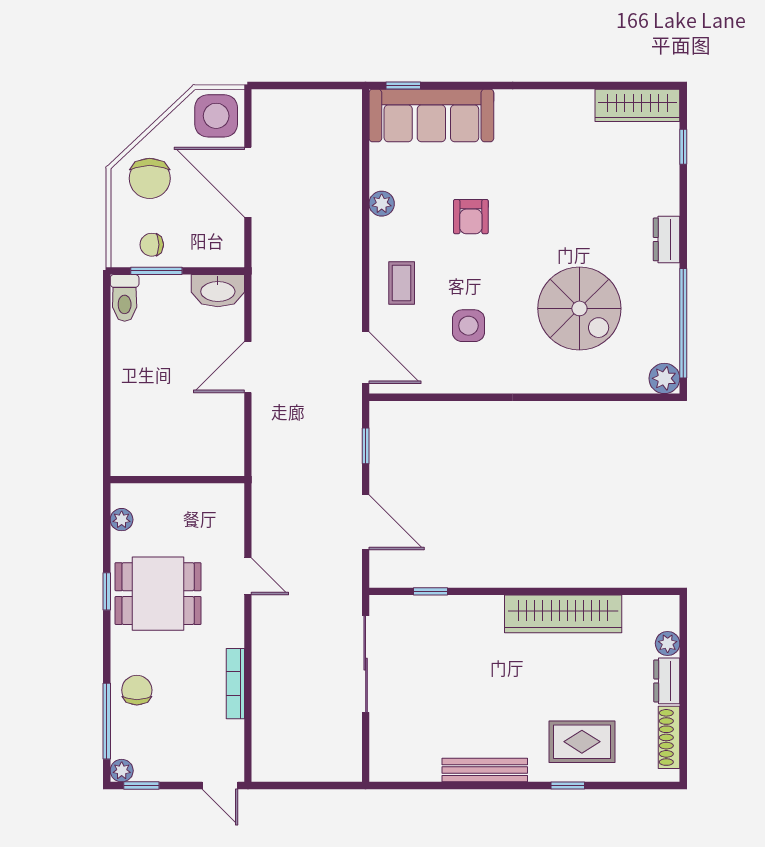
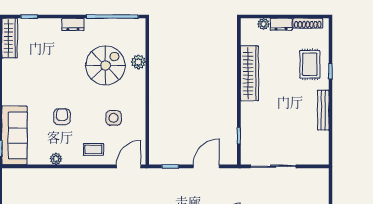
armchair: (471, 217) -> (62, 117), turned -90
plant: (664, 378) -> (138, 62), moved

